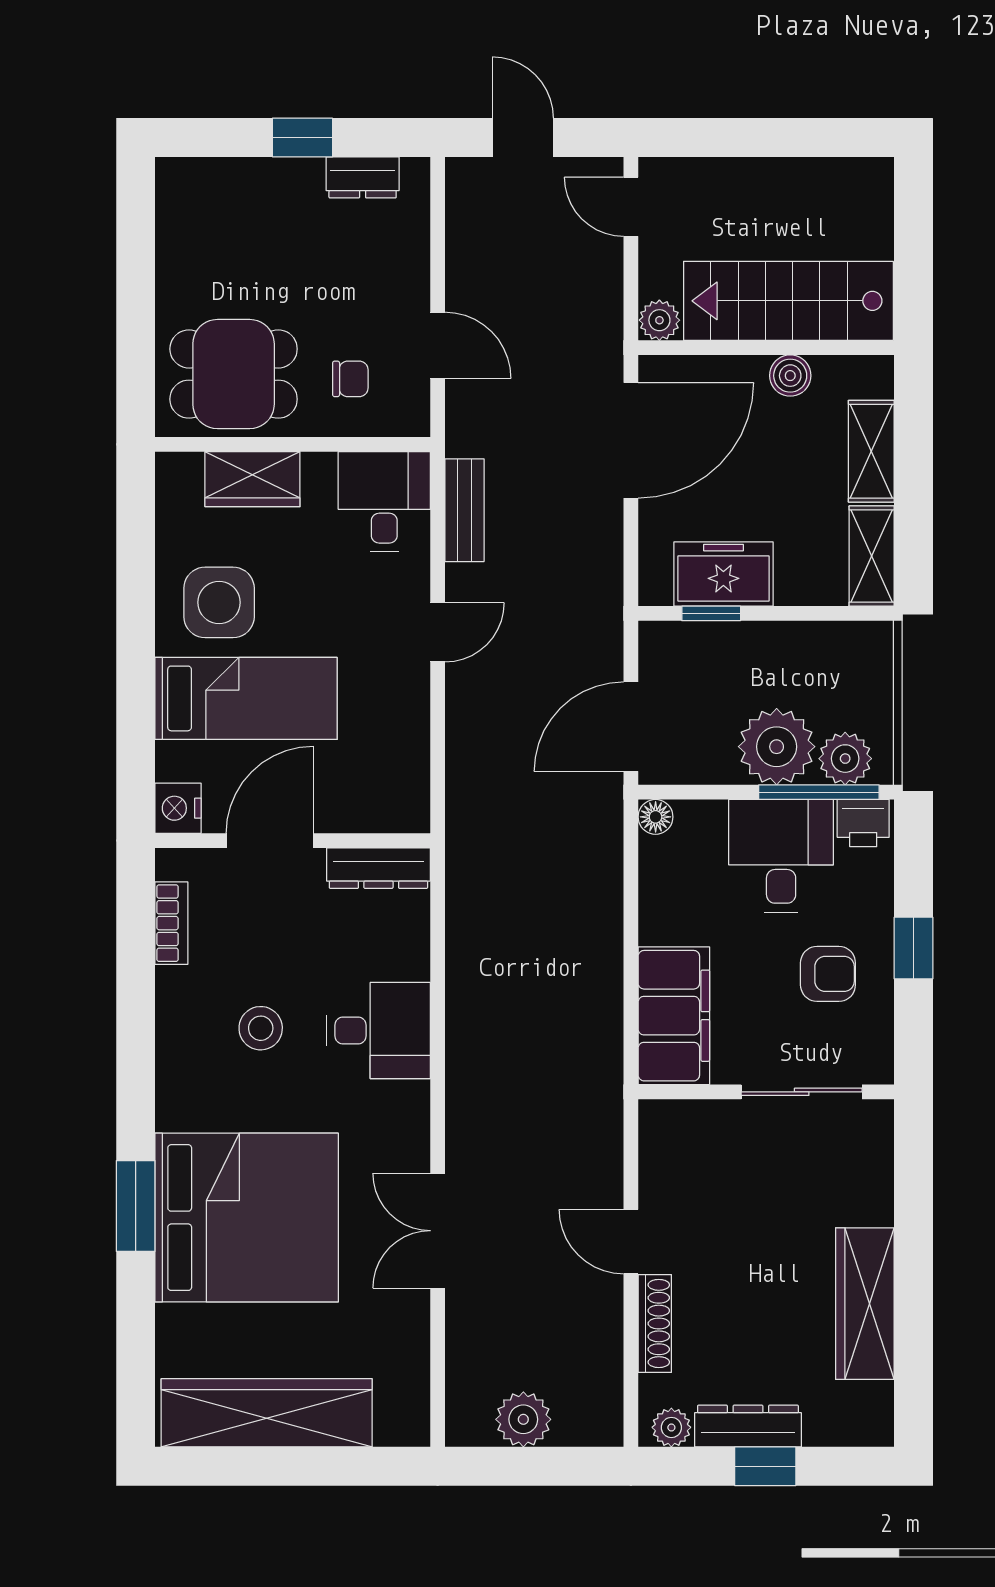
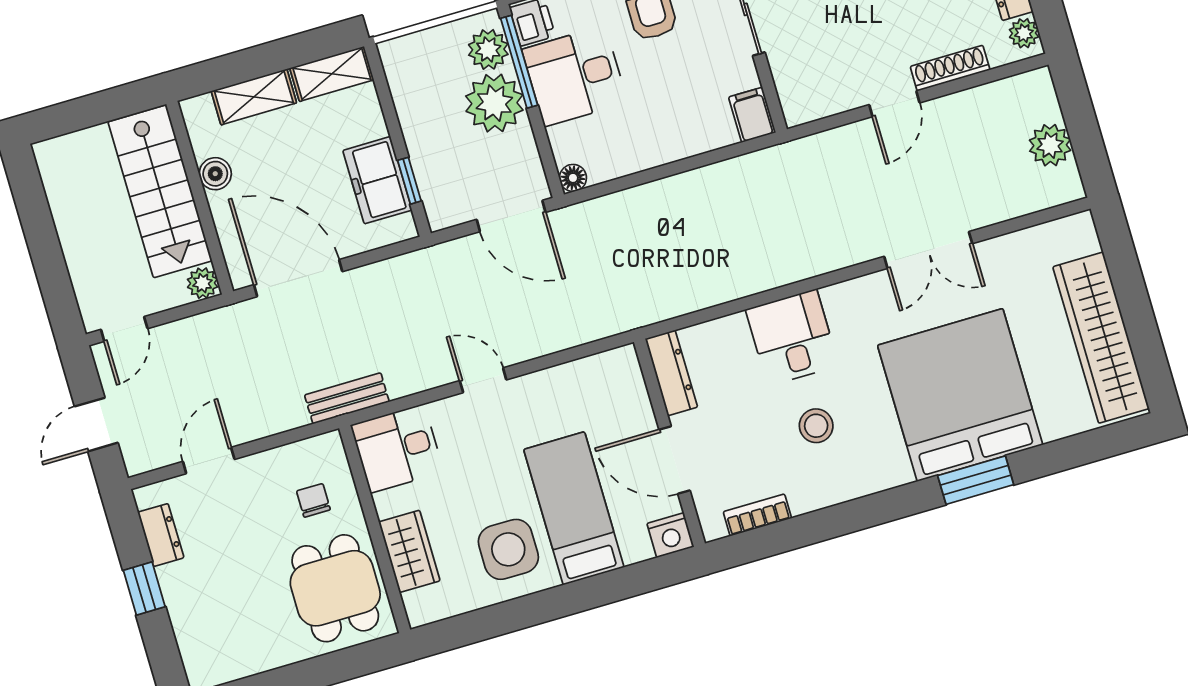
door: (438, 345) -> (209, 460), moved
bench: (464, 510) -> (347, 398), moved
filing cabinet: (674, 1016) -> (752, 115), width x0.33, depth x0.86

